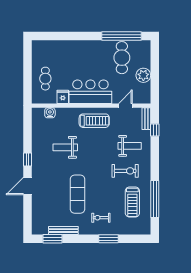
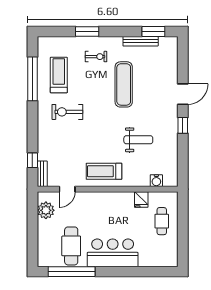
plant: (143, 75) -> (46, 210), moved
bar counter: (90, 92) -> (113, 253), moved, turned 180
weight bench: (130, 146) -> (62, 141), removed

